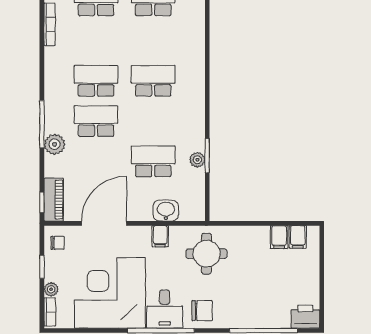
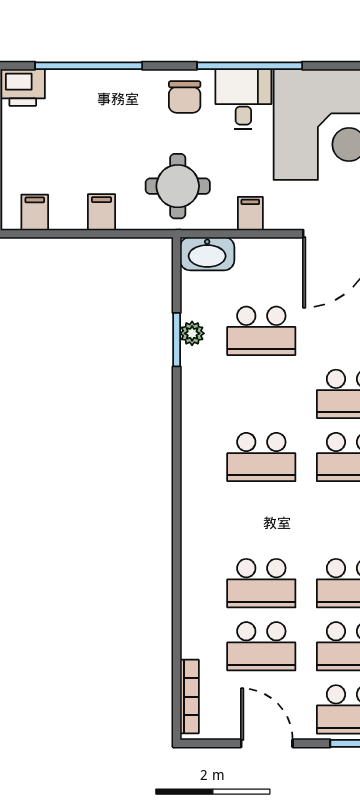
washbasin: (166, 211) -> (207, 254), moved, width x1.38
filing cabinet: (279, 237) -> (101, 212), moved
chair: (202, 311) -> (185, 97), turned -90

